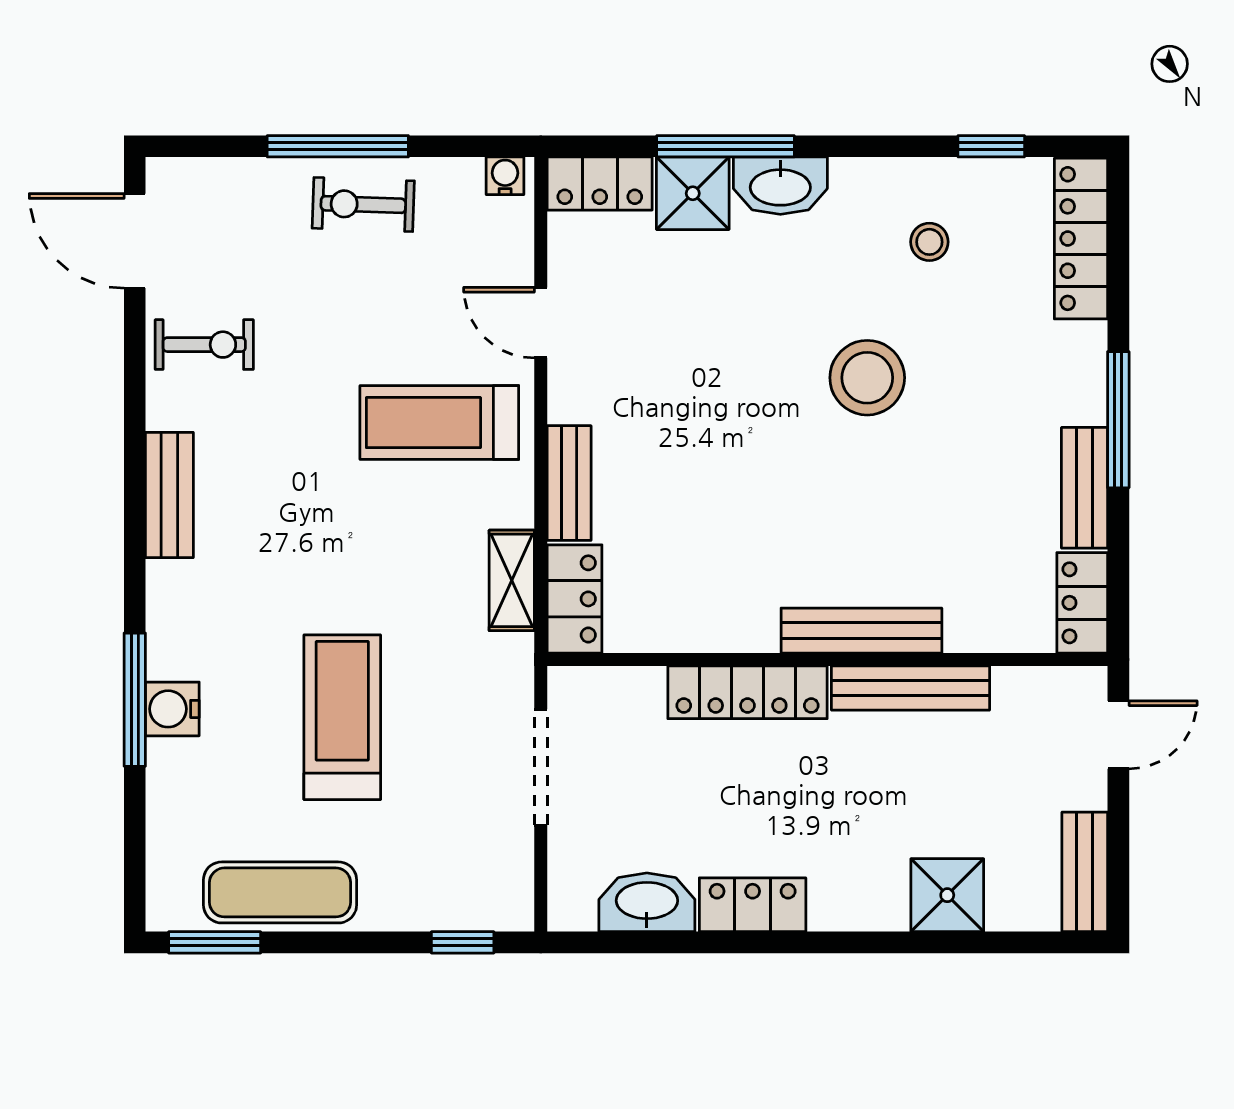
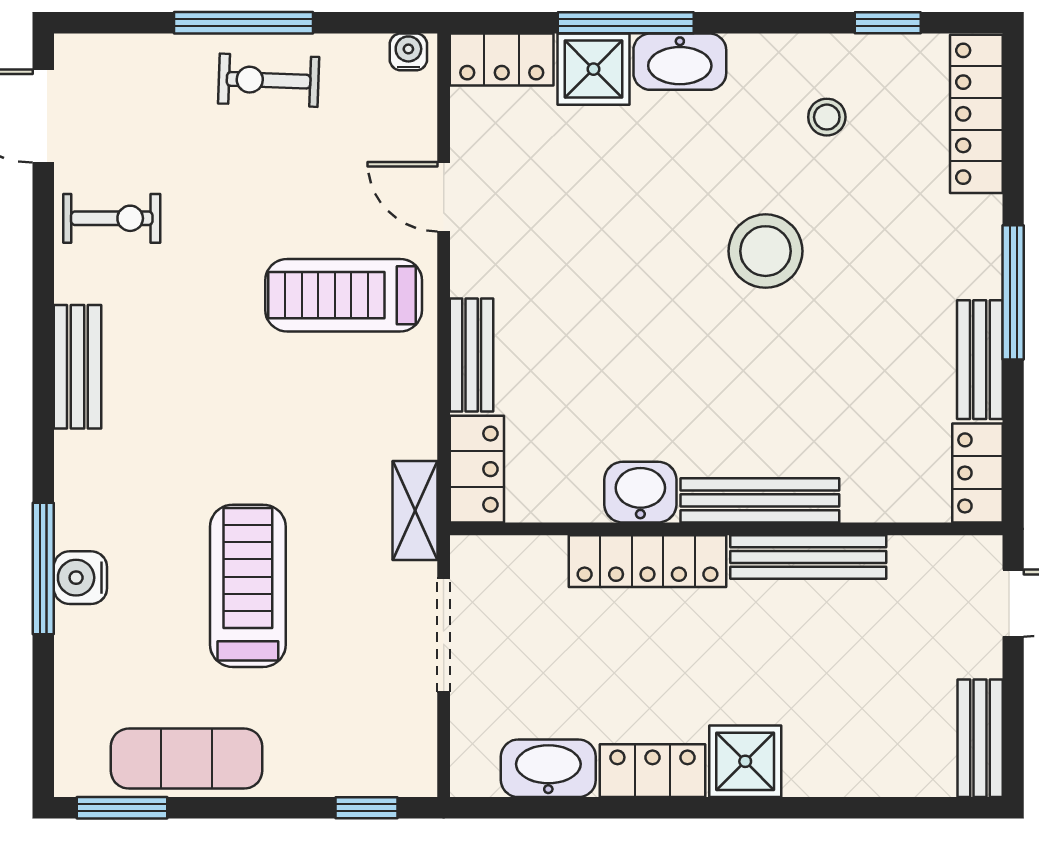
shelving: (512, 580) -> (415, 510), moved
washbasin: (740, 622) -> (640, 492), added
shower: (947, 895) -> (745, 761), moved

